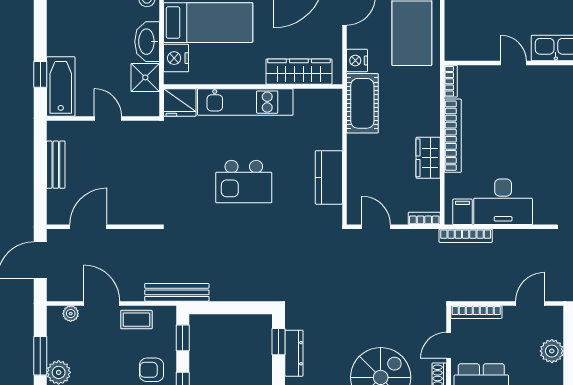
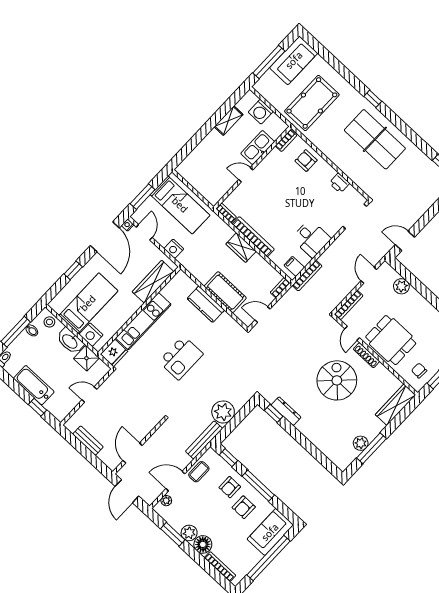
bathtub: (61, 86) -> (34, 385), moved
cot: (362, 103) -> (225, 292), moved
wardrobe: (428, 158) -> (241, 248), moved
kitchen counter: (329, 177) -> (206, 304), moved
desk: (503, 202) -> (311, 239), width x0.73
plant: (228, 284) -> (223, 412), added

